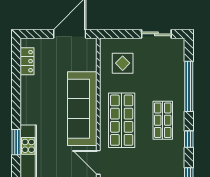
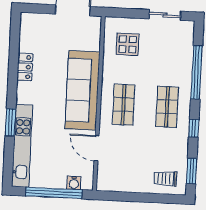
locker: (27, 61) -> (25, 67), moved
shop shelf: (122, 120) -> (124, 105), width x0.70, depth x0.74

